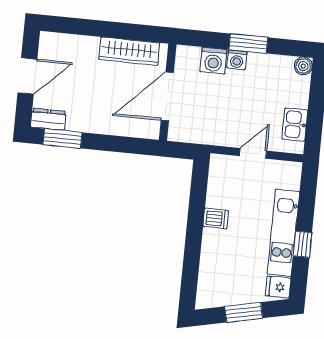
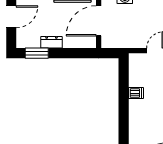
dresser: (48, 119) -> (51, 42), moved

